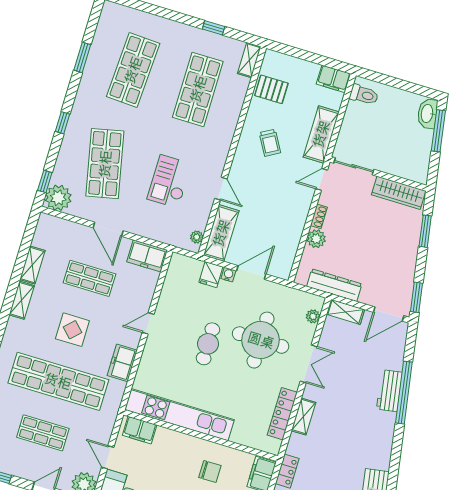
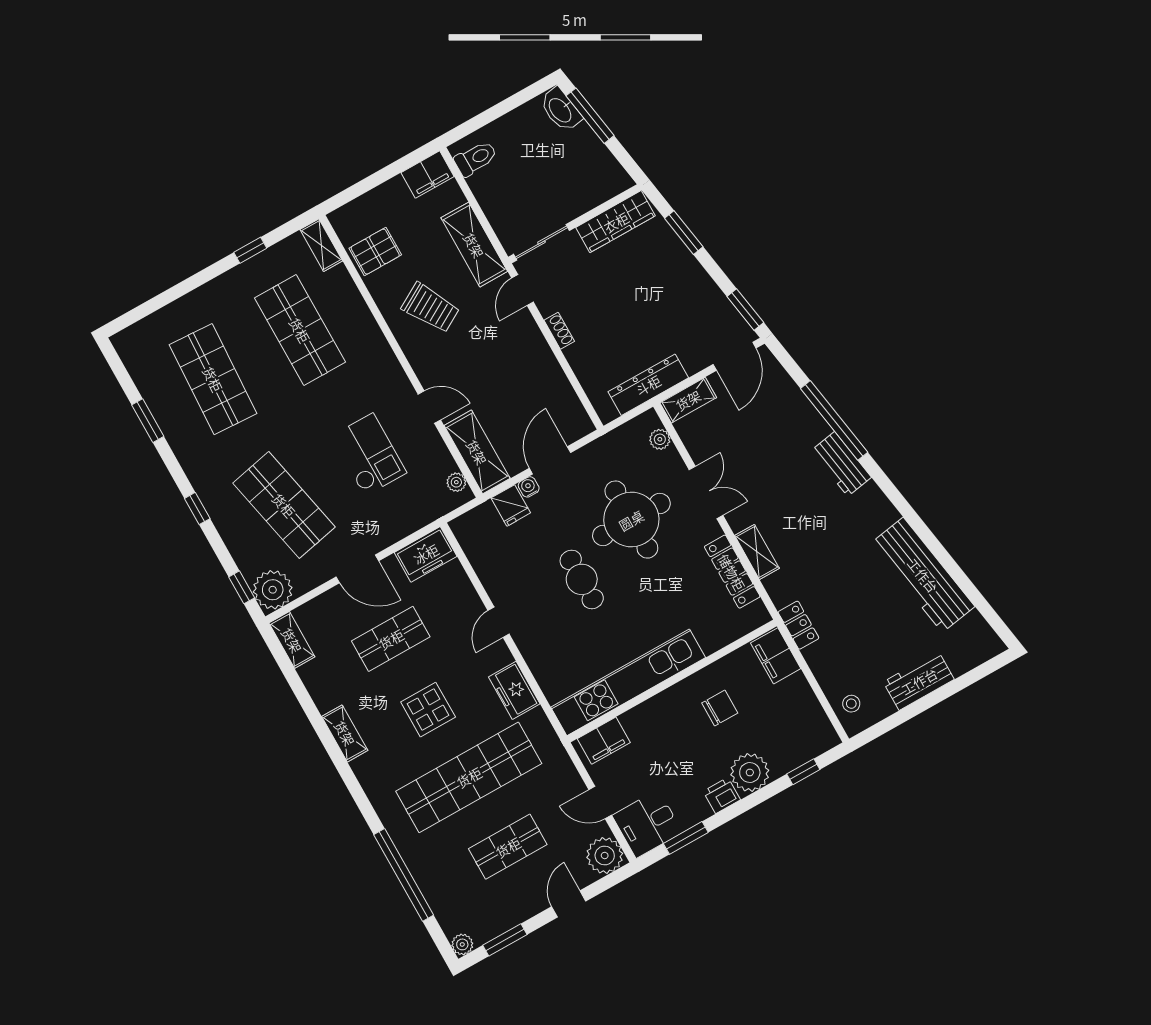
trolley: (270, 143) -> (431, 308), width x1.36, depth x1.39
checkout: (169, 181) -> (369, 454), turned 180
plant: (316, 239) -> (580, 356), removed
shelving: (32, 265) -> (292, 640), moved
workbench: (389, 391) -> (841, 464), moved

